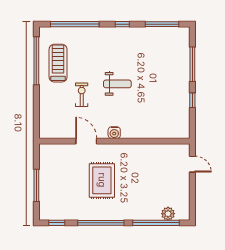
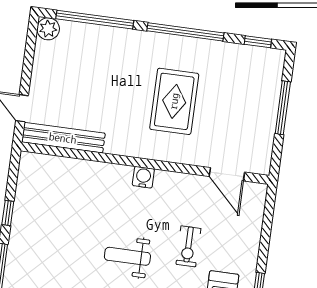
door: (86, 141) -> (227, 174), moved
bench: (165, 150) -> (63, 138), added
plant: (168, 214) -> (48, 29), moved

